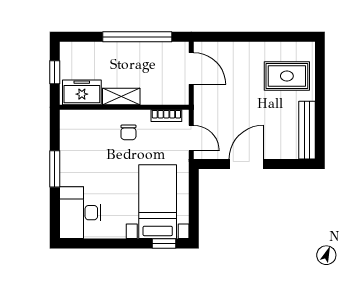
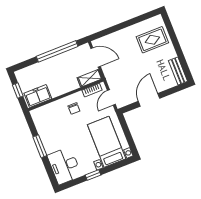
shelving: (121, 96) -> (90, 78), moved
bench: (307, 130) -> (178, 71), width x0.73
door: (191, 138) -> (111, 97), swing flipped
window: (164, 244) -> (93, 175), moved

